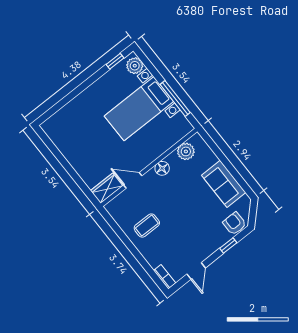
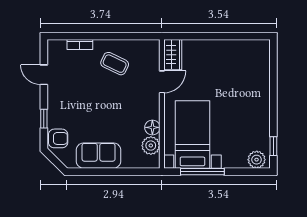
bed with nightstands: (139, 109) -> (192, 135), moved
floor lamp: (162, 168) -> (152, 127), moved
coffee table: (147, 226) -> (115, 64), turned -64
bookcase: (165, 277) -> (80, 44), moved

